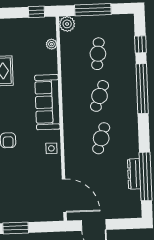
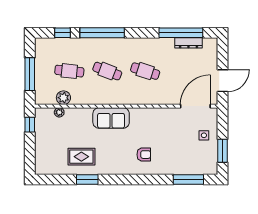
plant: (67, 24) -> (63, 98), moved
sofa: (47, 102) -> (111, 118), width x0.73
side table: (51, 148) -> (204, 135), moved
dresser: (134, 174) -> (188, 43), moved

